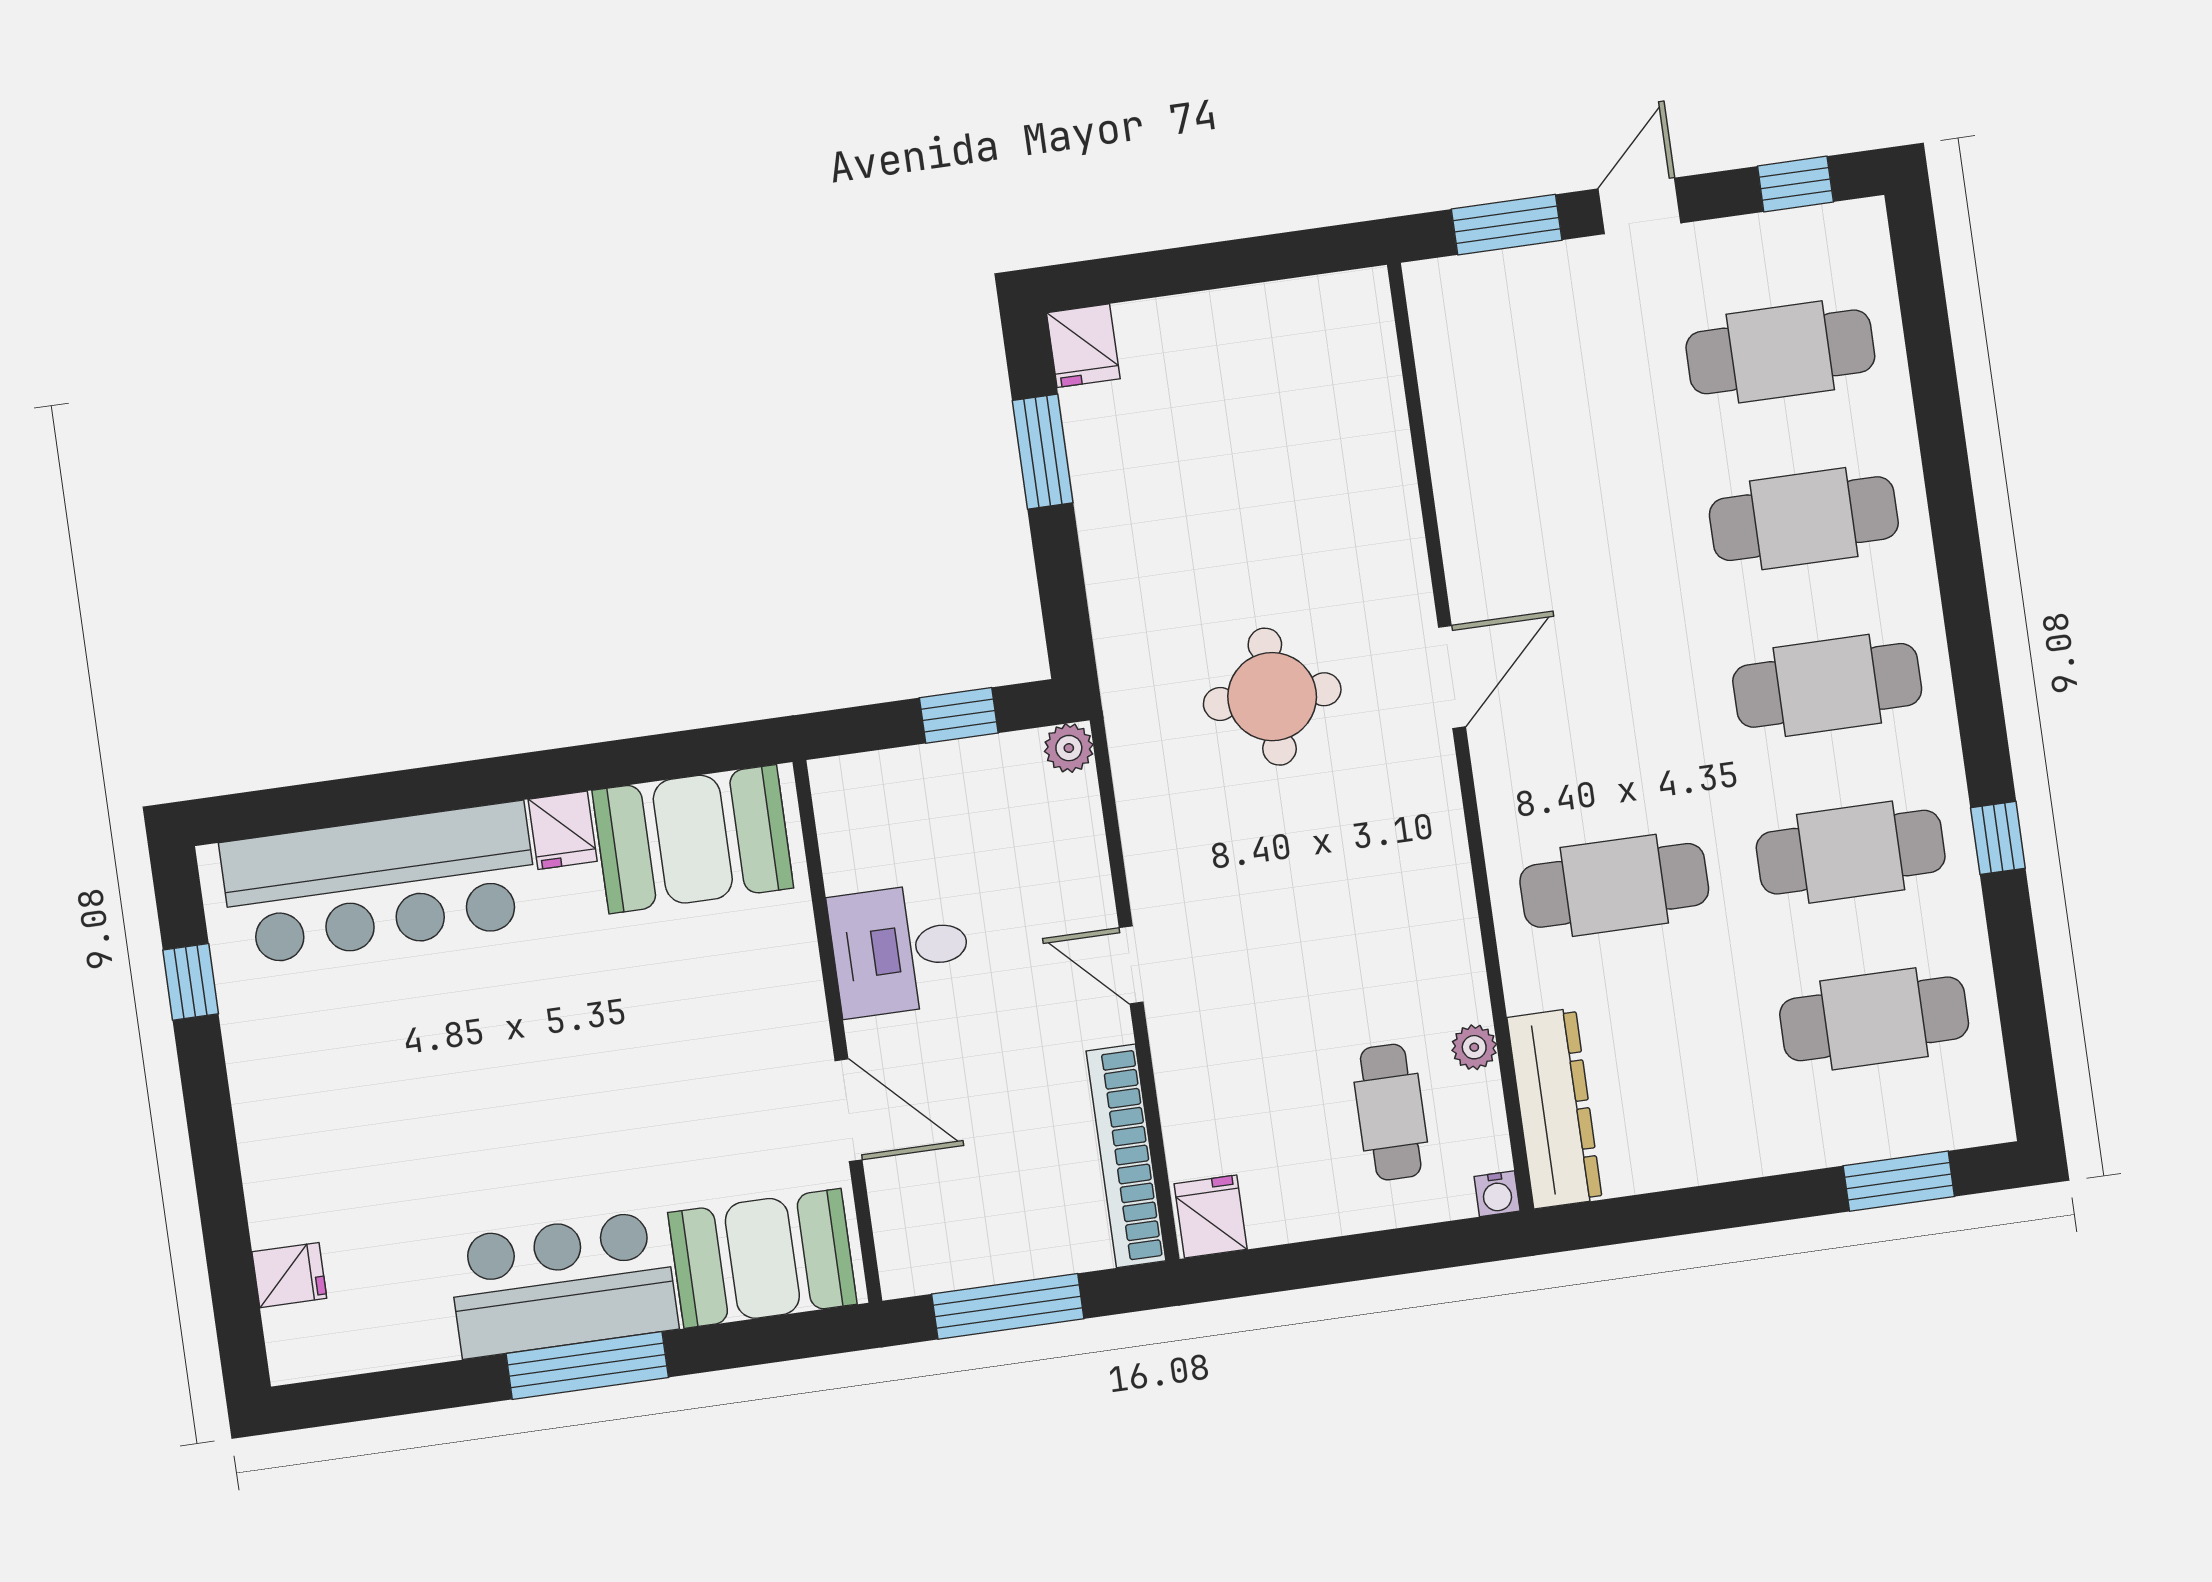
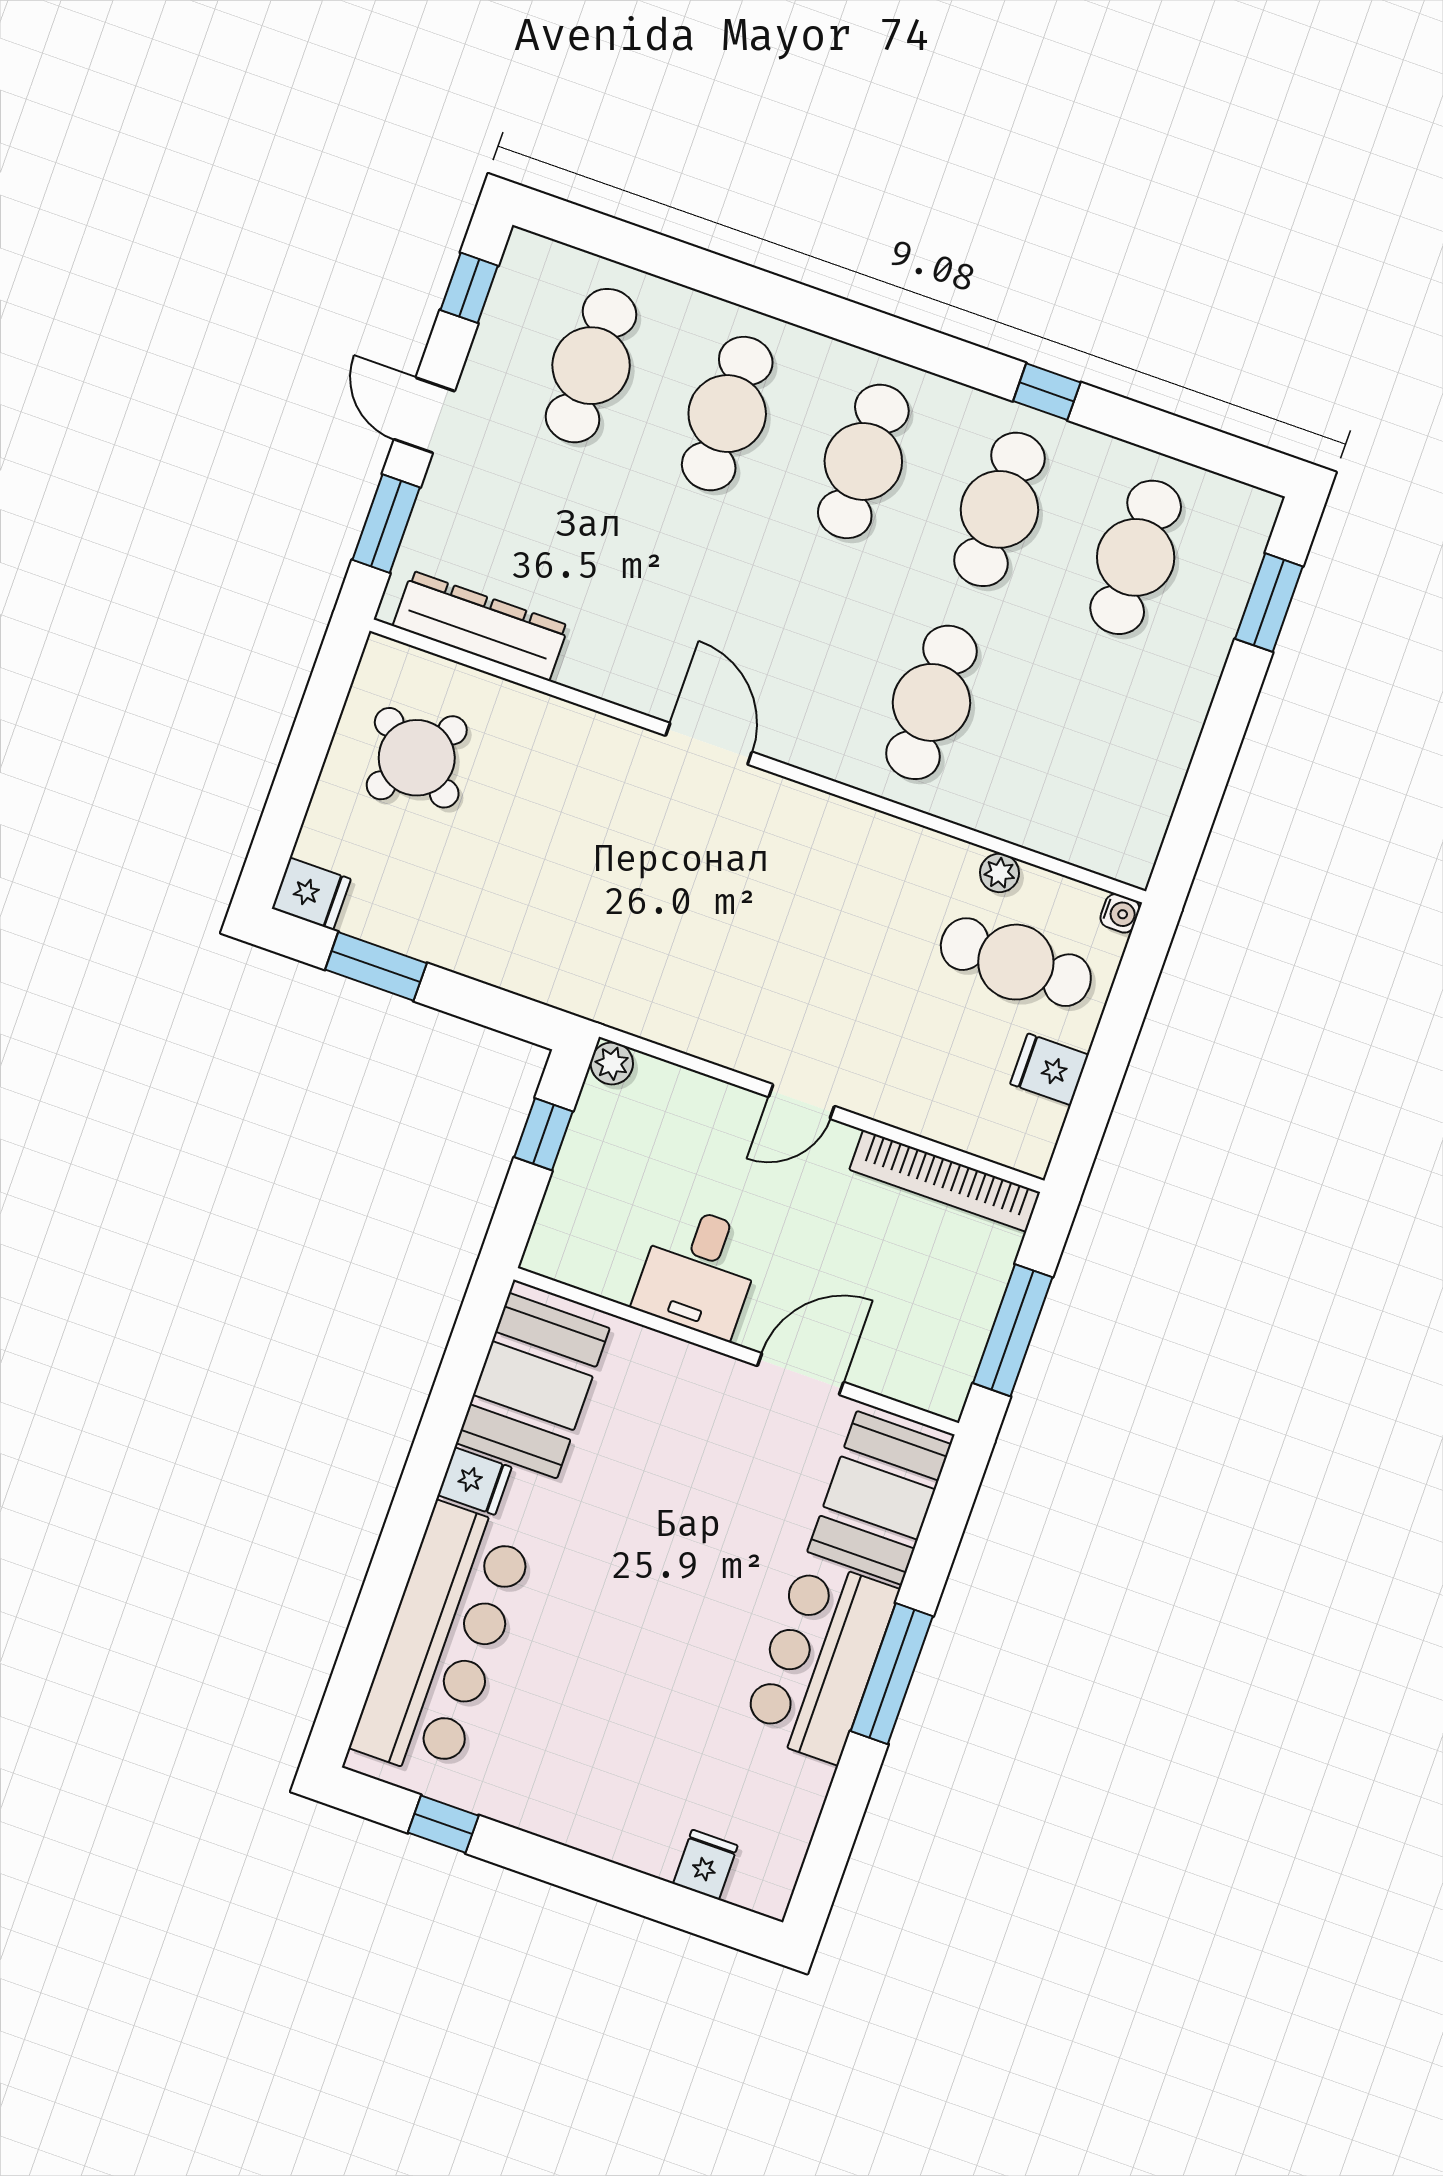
round table: (1272, 697) -> (417, 758), moved, turned 33
dresser: (1555, 1108) -> (481, 626), moved
cafe table: (1391, 1112) -> (1016, 962), width x1.37, depth x1.35
fridge: (1211, 1217) -> (1049, 1069), moved

